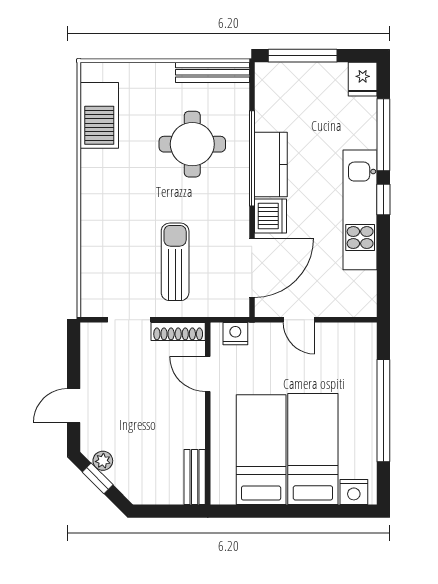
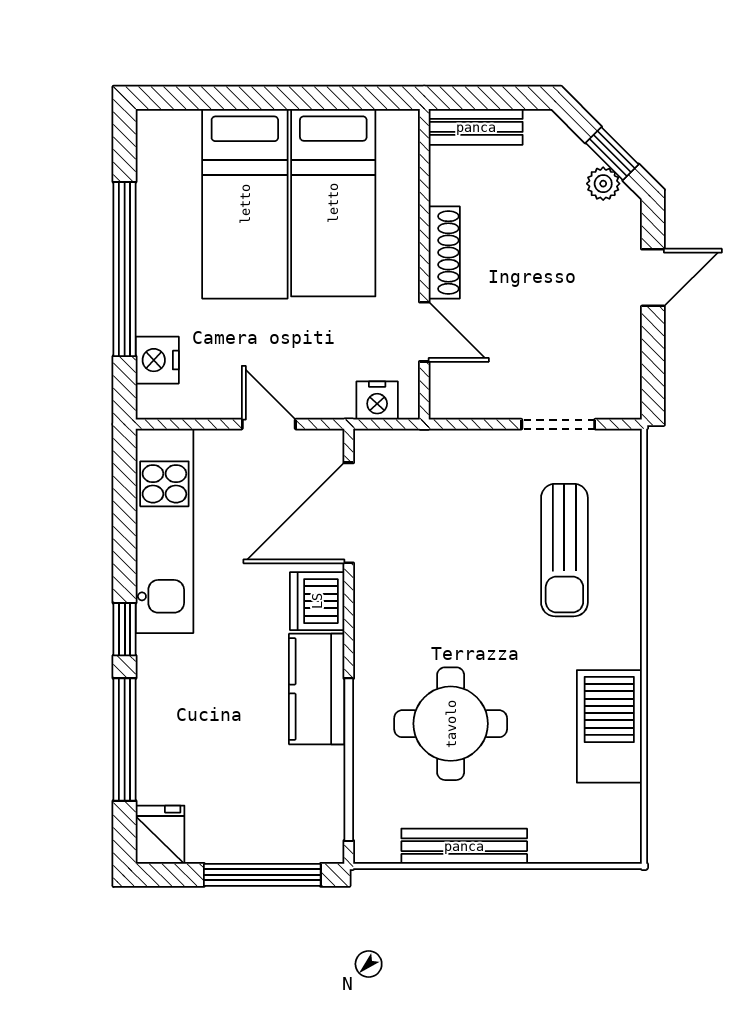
bench: (213, 72) -> (464, 846), moved
barbecue: (99, 115) -> (609, 726), moved
window: (252, 158) -> (349, 760), moved
kitchen unit: (360, 210) -> (164, 531), moved
sun lounger: (175, 262) -> (564, 550), moved
shoe rack: (178, 332) -> (444, 253), moved, turned 90
bench: (195, 477) -> (476, 127), moved, turned 90
nightstand: (354, 492) -> (157, 360), moved, turned -90

